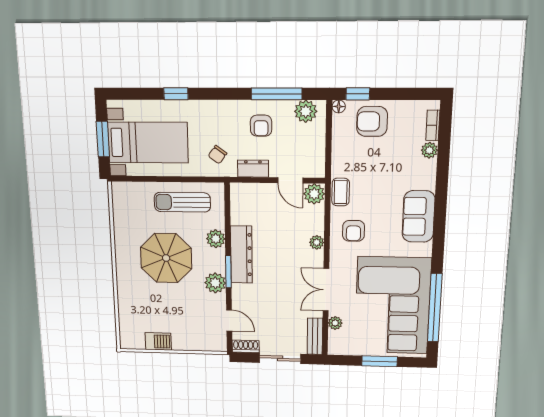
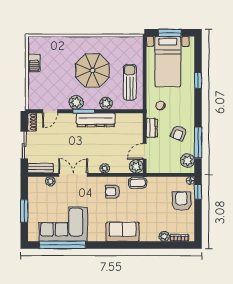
armchair: (261, 126) -> (179, 133), turned -67
corner sofa: (393, 306) -> (63, 224), width x0.73, depth x0.74

